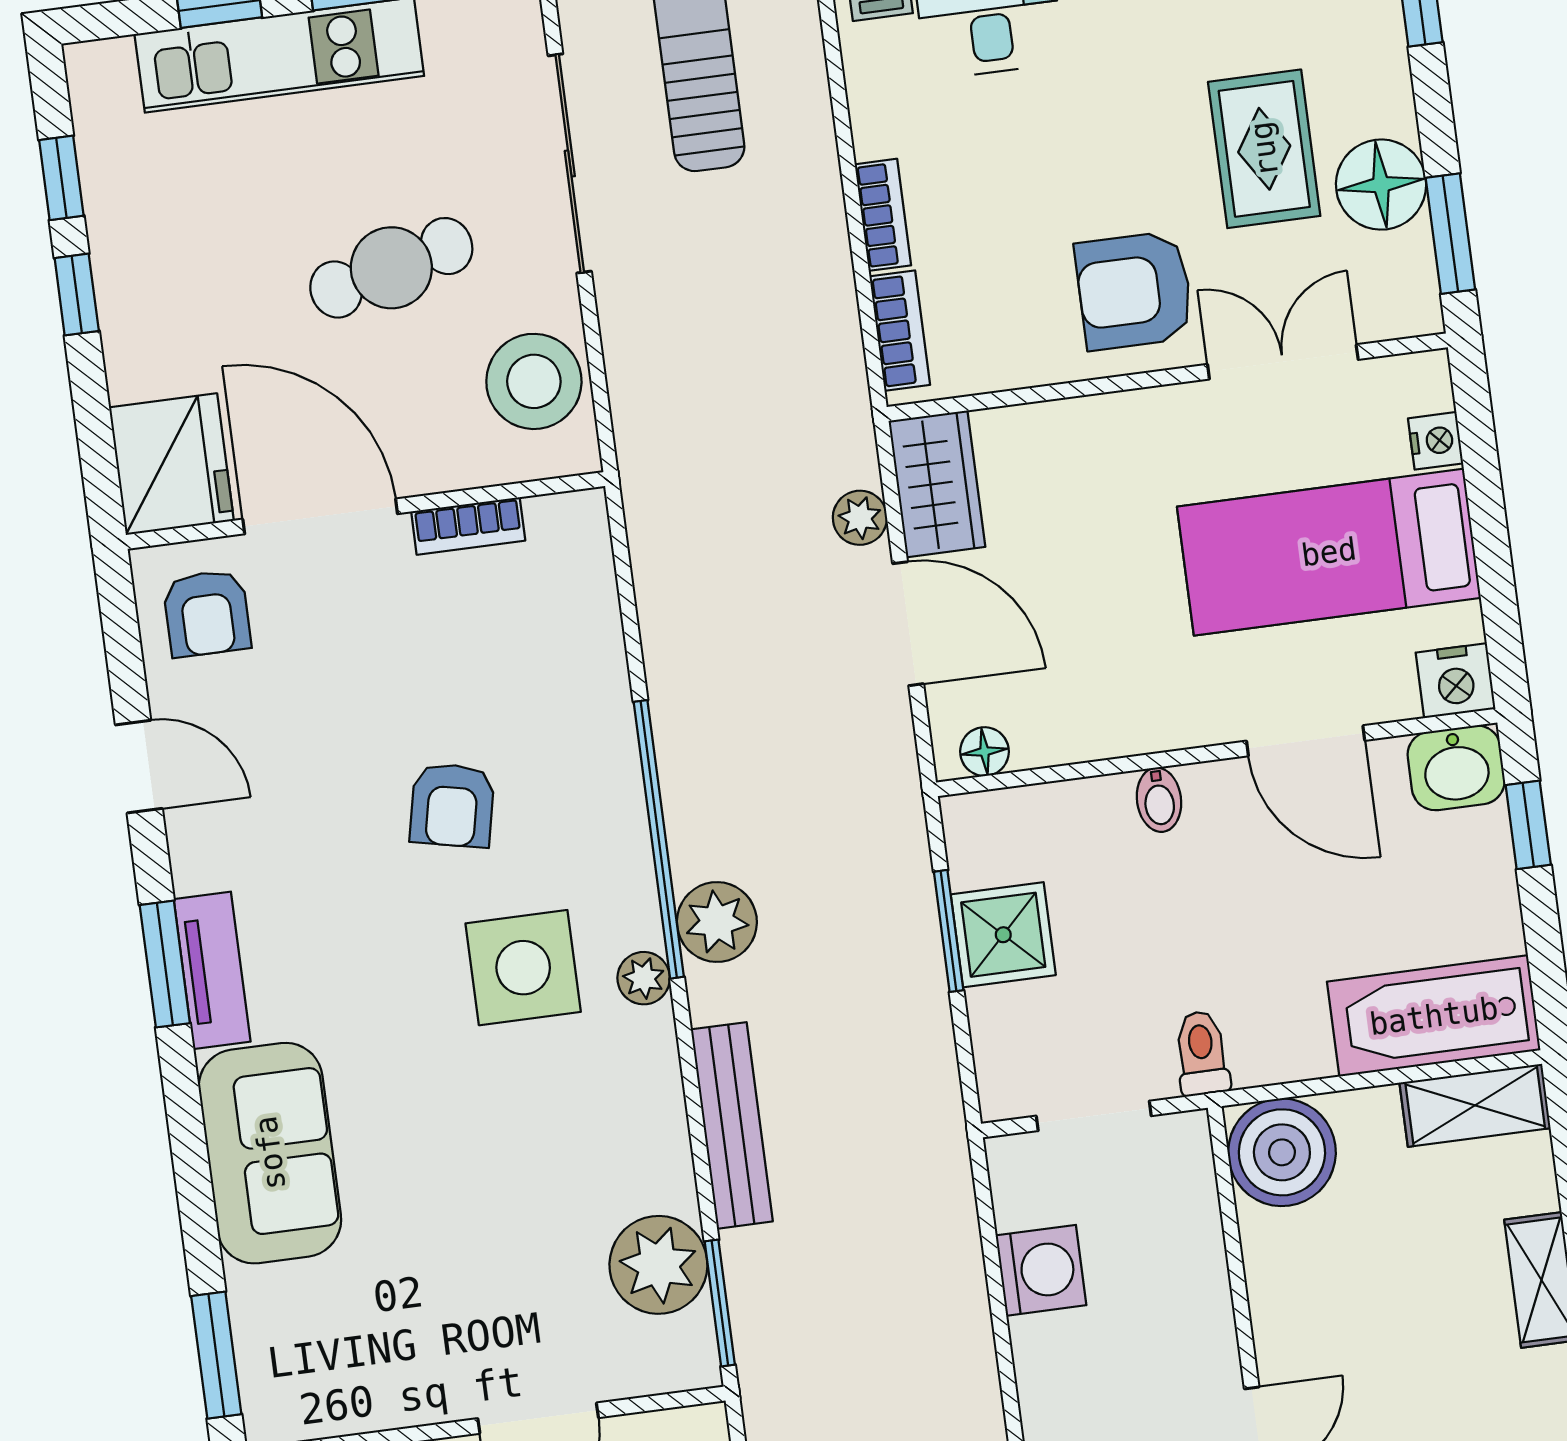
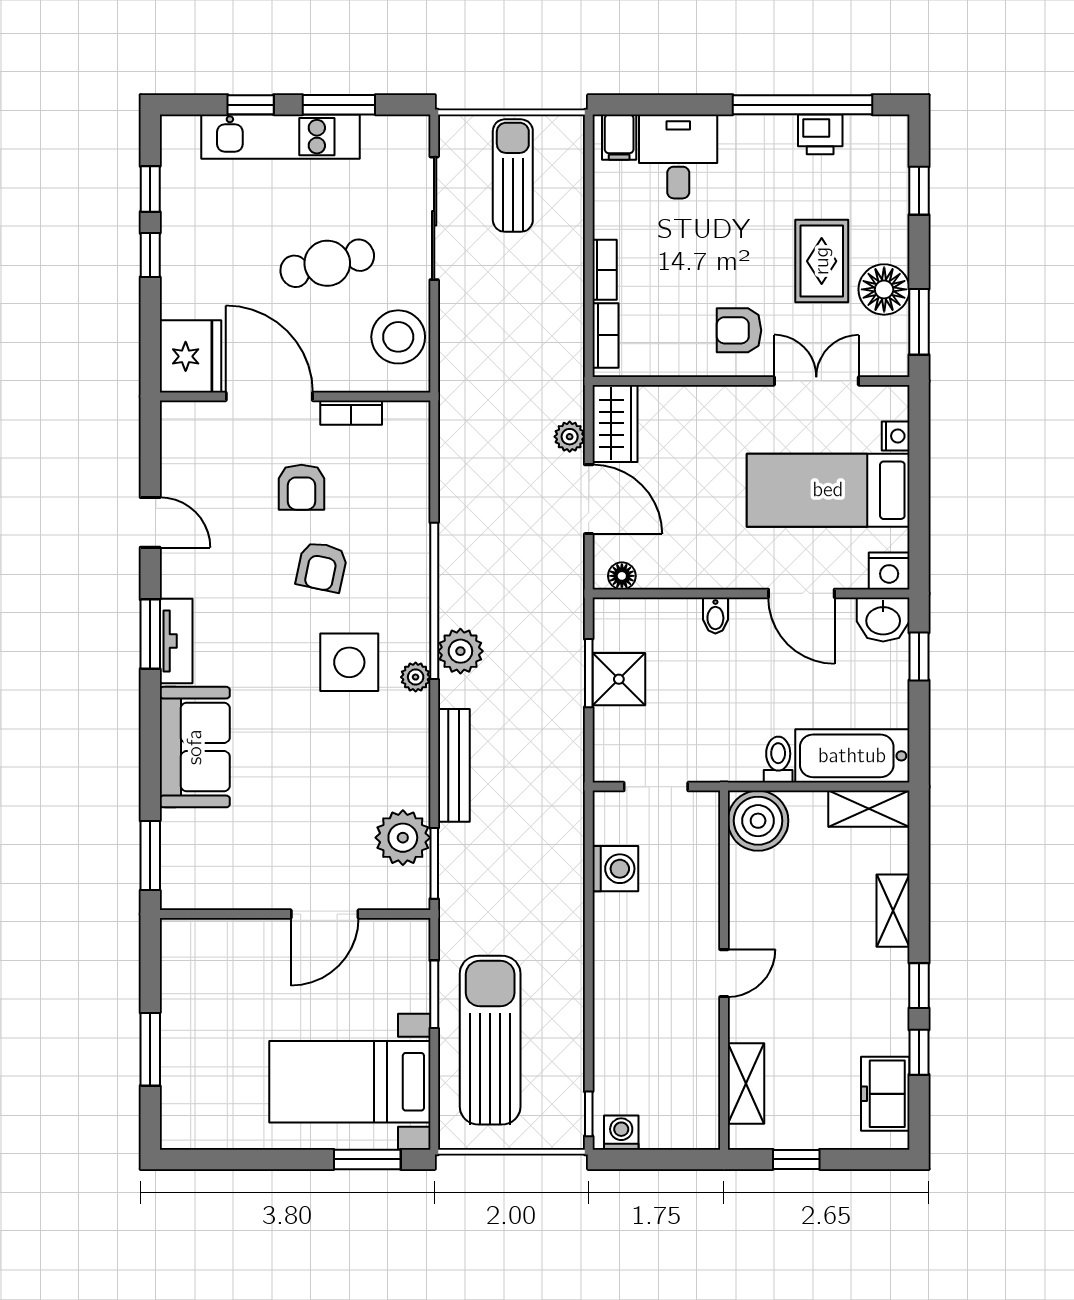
armchair: (1134, 291) -> (739, 330), width x0.72, depth x0.72
armchair: (207, 613) -> (301, 487), moved
toilet: (1202, 1053) -> (778, 760), moved

